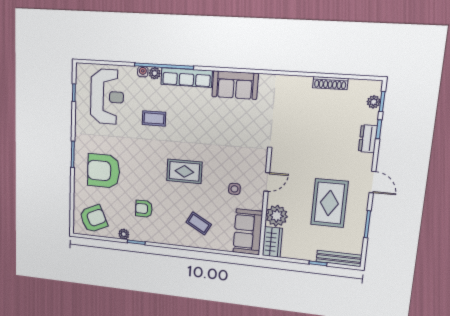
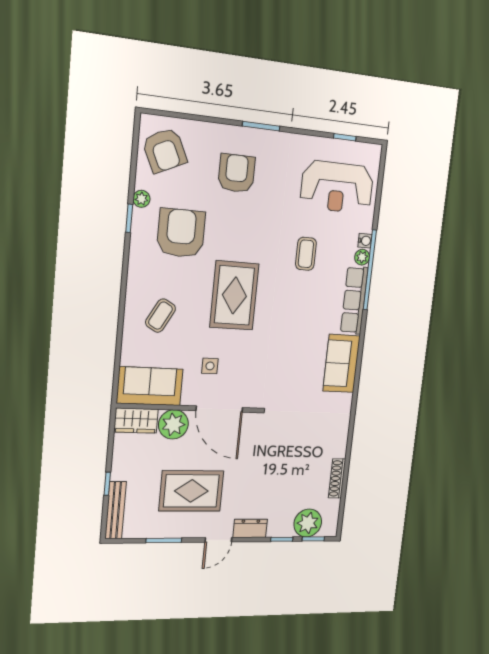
plant: (374, 102) -> (308, 523), width x1.87, depth x1.87
dresser: (368, 139) -> (250, 528), moved
armchair: (103, 171) -> (237, 173), width x0.73, depth x0.73
rug: (184, 171) -> (234, 295), width x1.36, depth x1.43
door: (267, 182) -> (219, 409), width x1.88
armchair: (144, 209) -> (181, 233), width x1.88, depth x1.88

